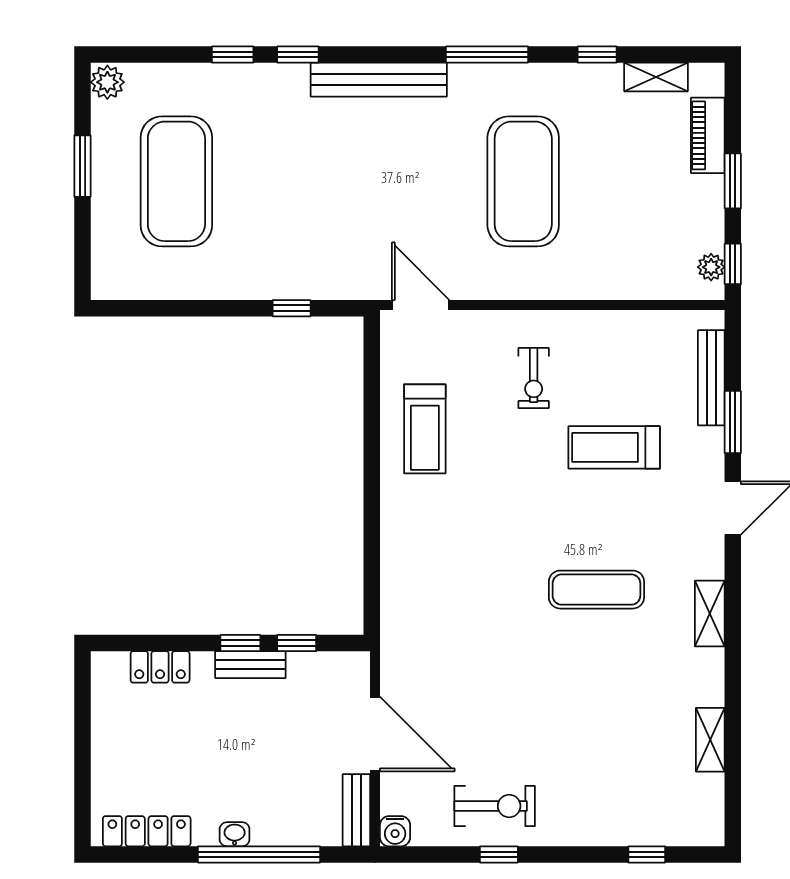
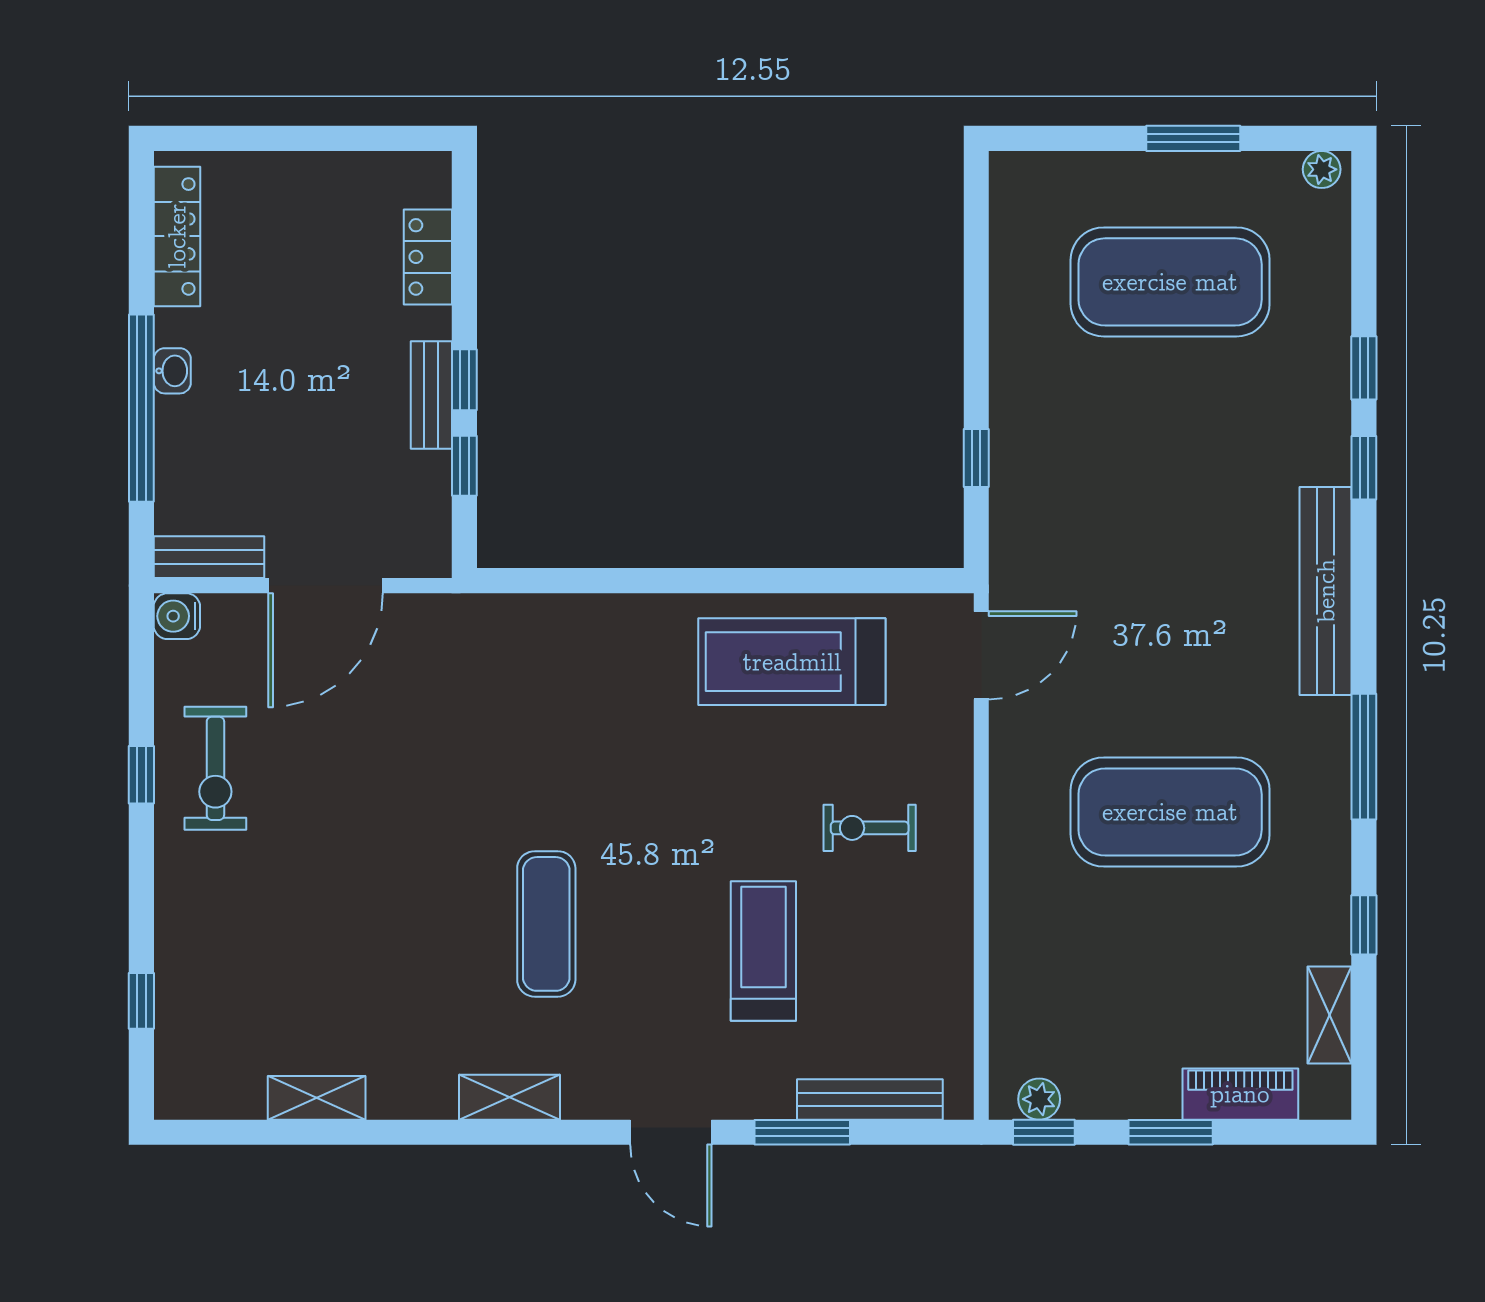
plant: (107, 82) -> (1322, 169), width x0.73, depth x0.73
treadmill: (425, 429) -> (792, 662), width x1.37, depth x1.38

